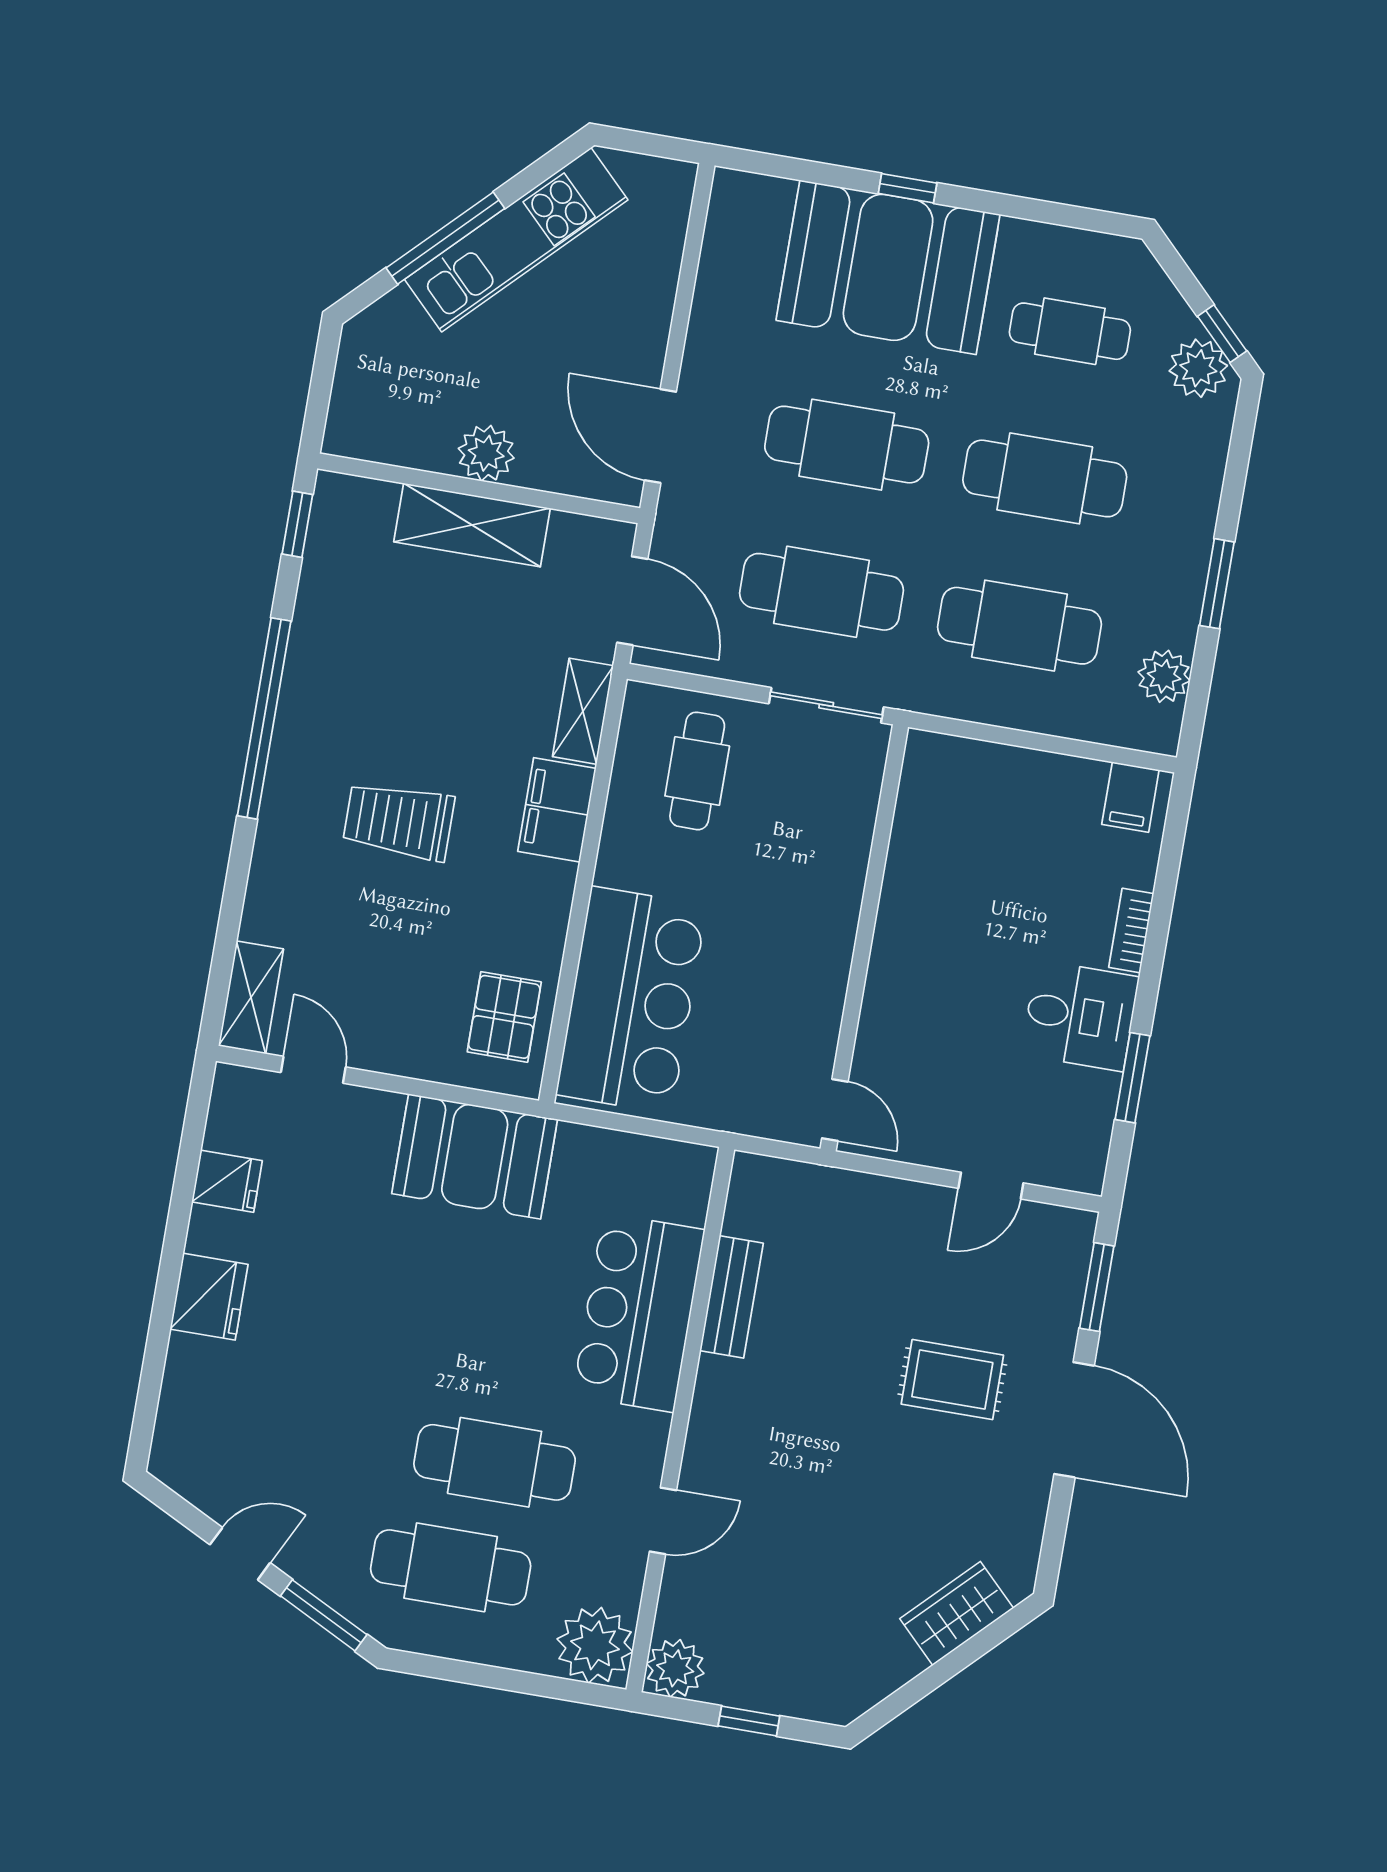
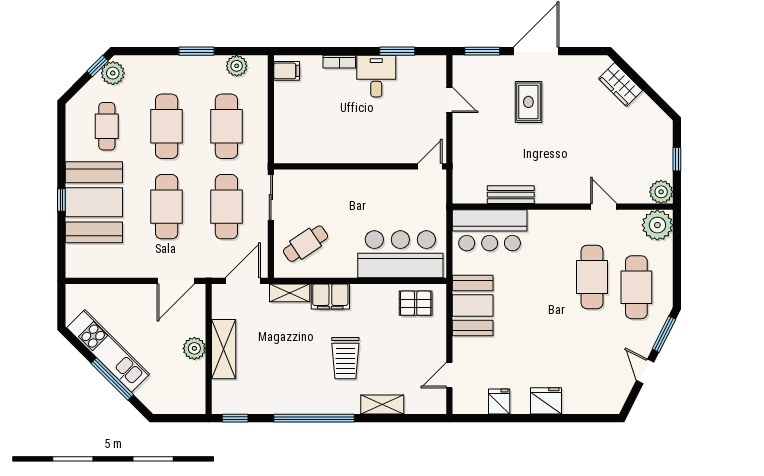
cafe table: (697, 771) -> (305, 244), turned -34
shelving: (251, 997) -> (382, 405), moved
bar counter: (639, 1313) -> (490, 230), moved

